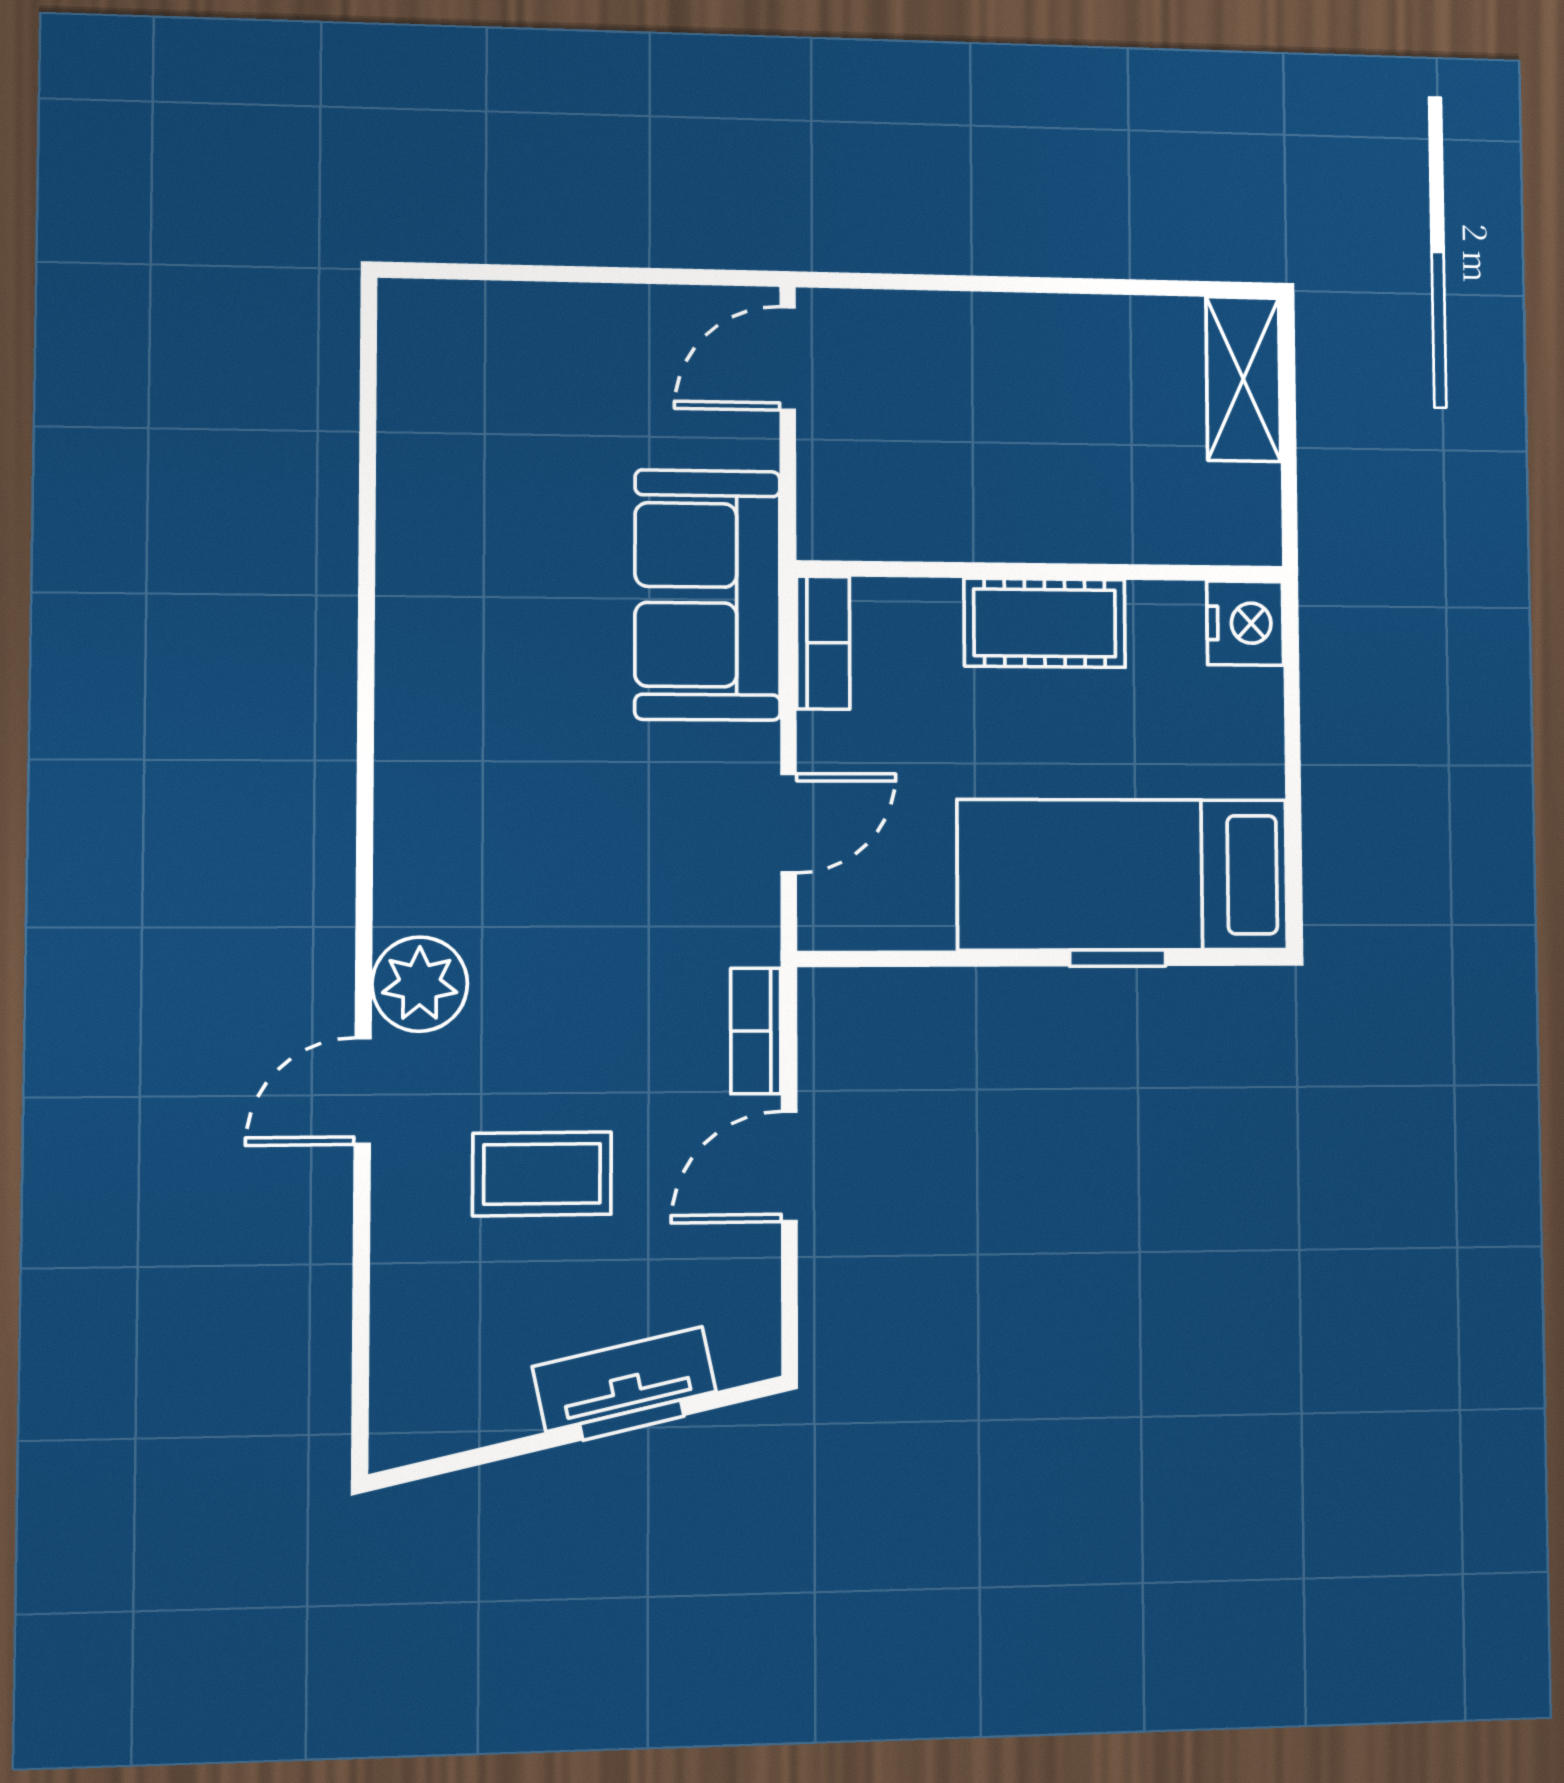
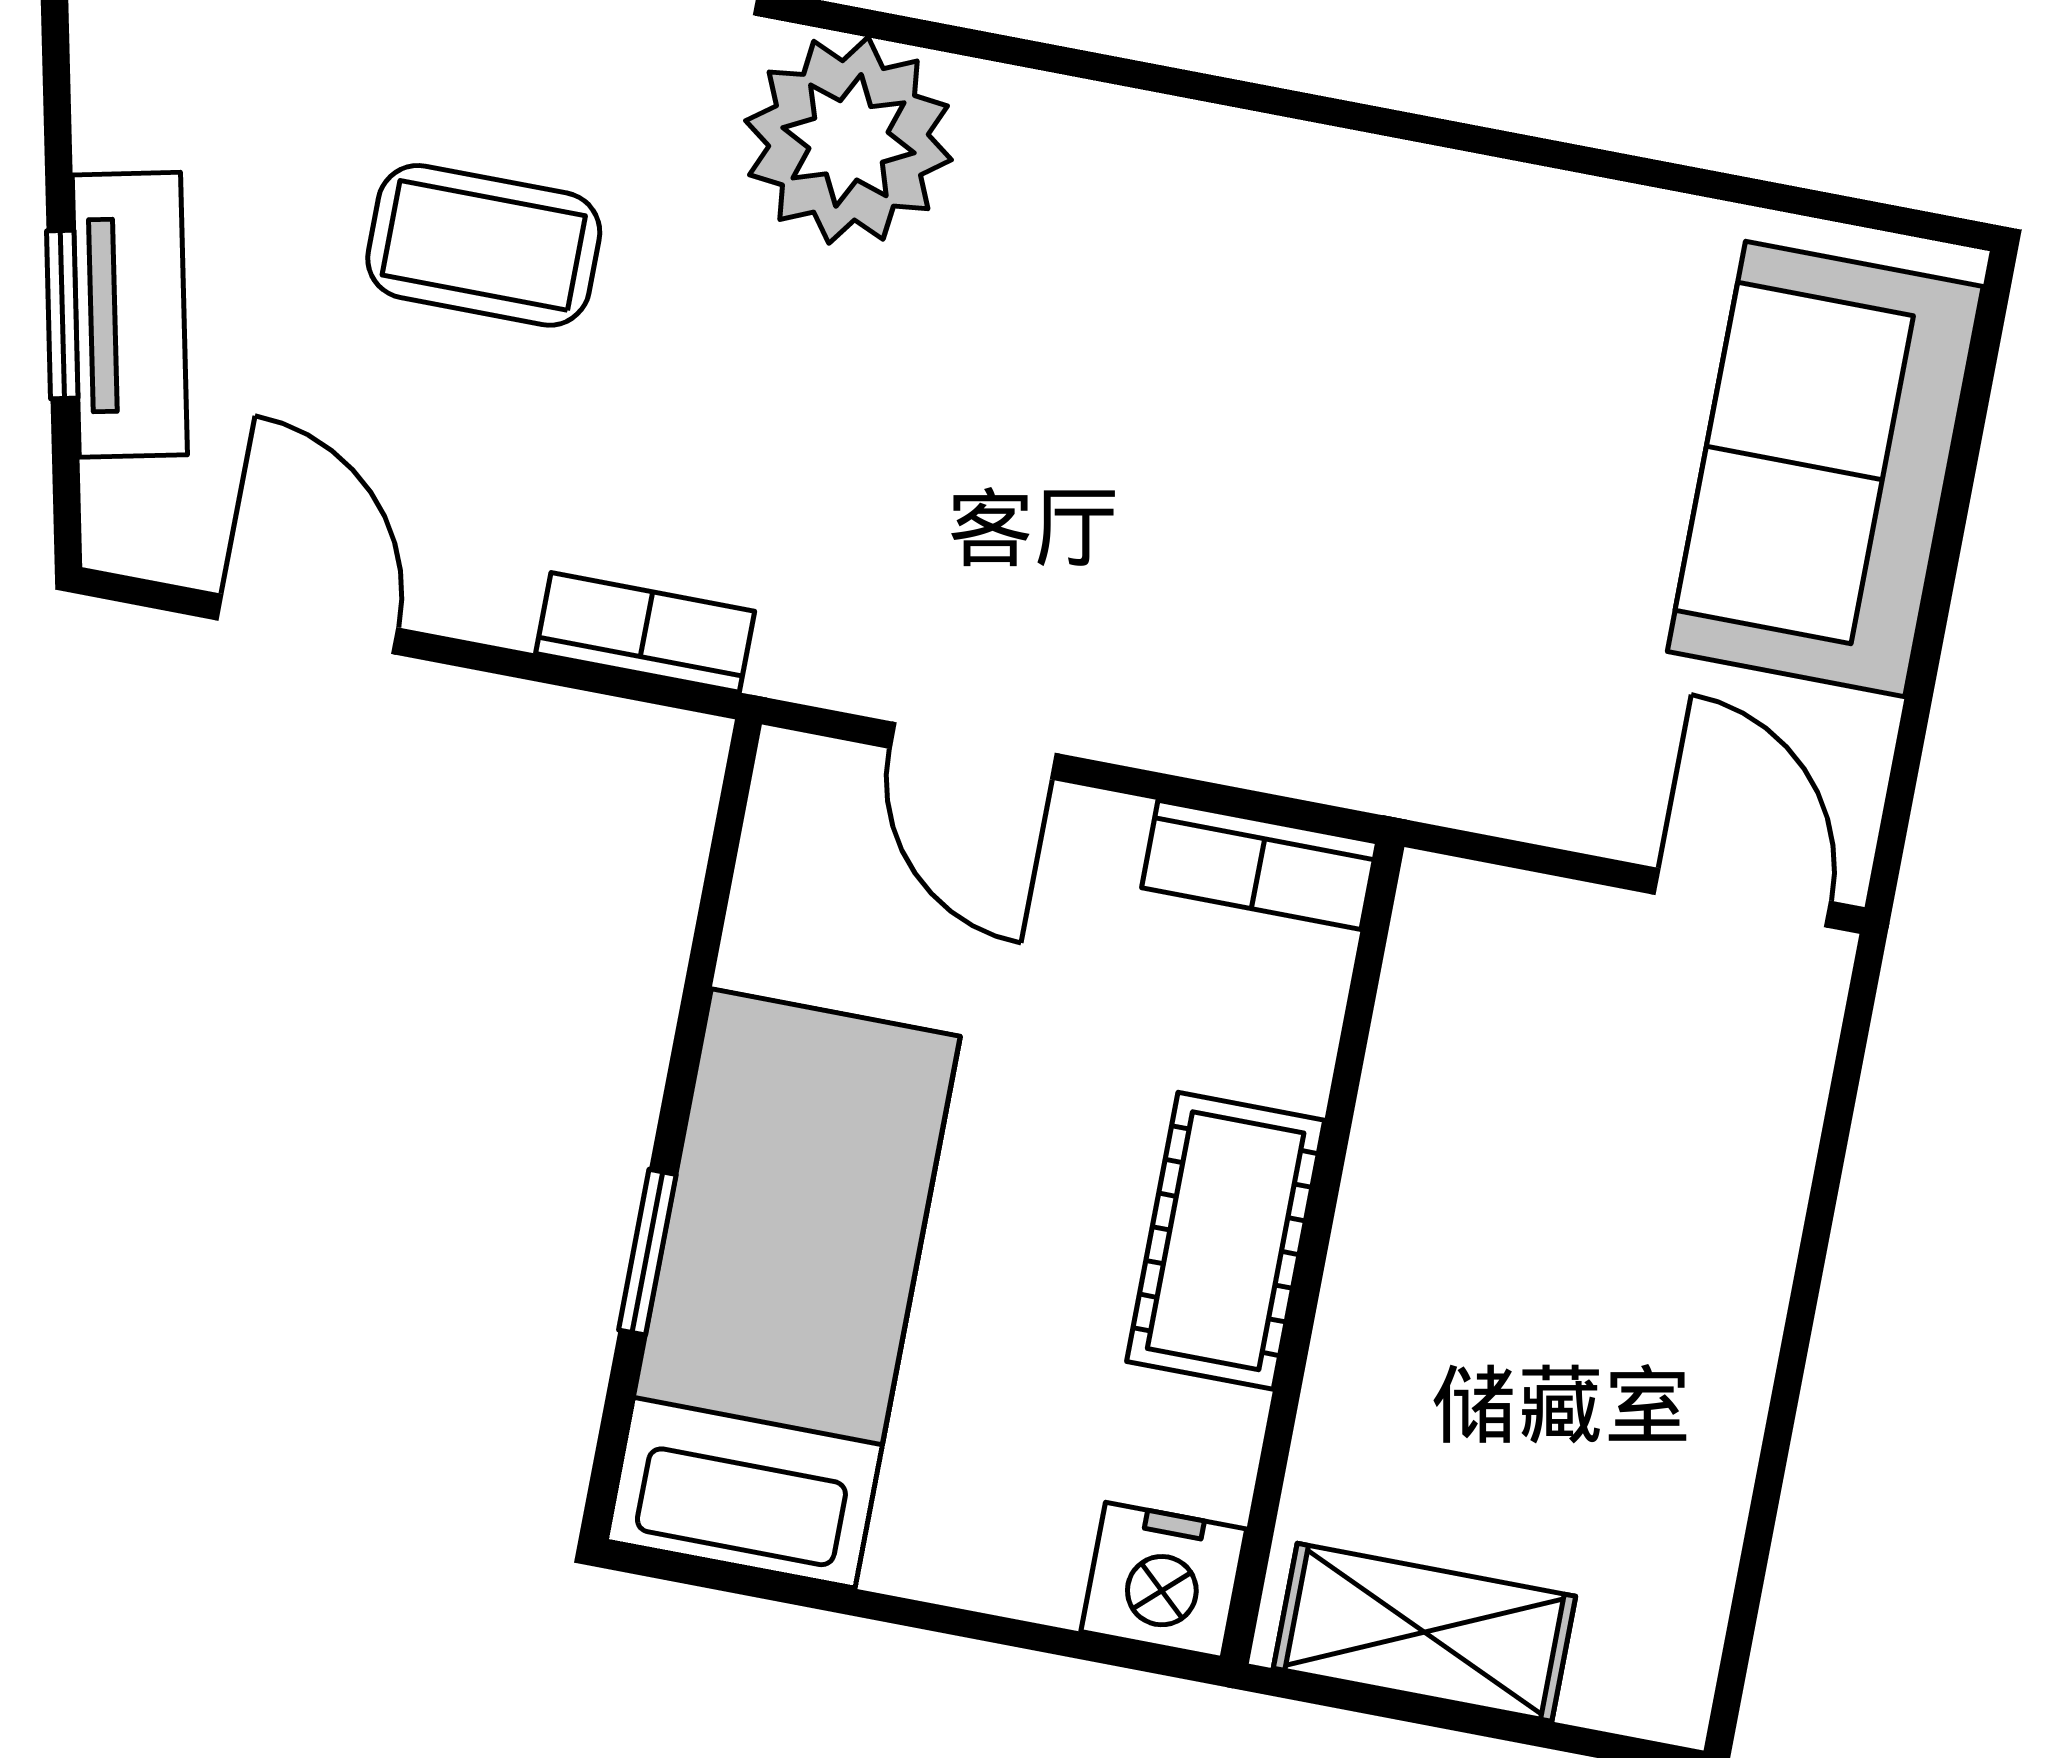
shelving: (1243, 379) -> (1425, 1632), moved
sofa: (708, 595) -> (1825, 469), moved, turned -90
plant: (420, 984) -> (848, 140), width x1.36, depth x1.36
door: (789, 1166) -> (307, 624), moved
coffee table: (542, 1174) -> (484, 245), turned 90

